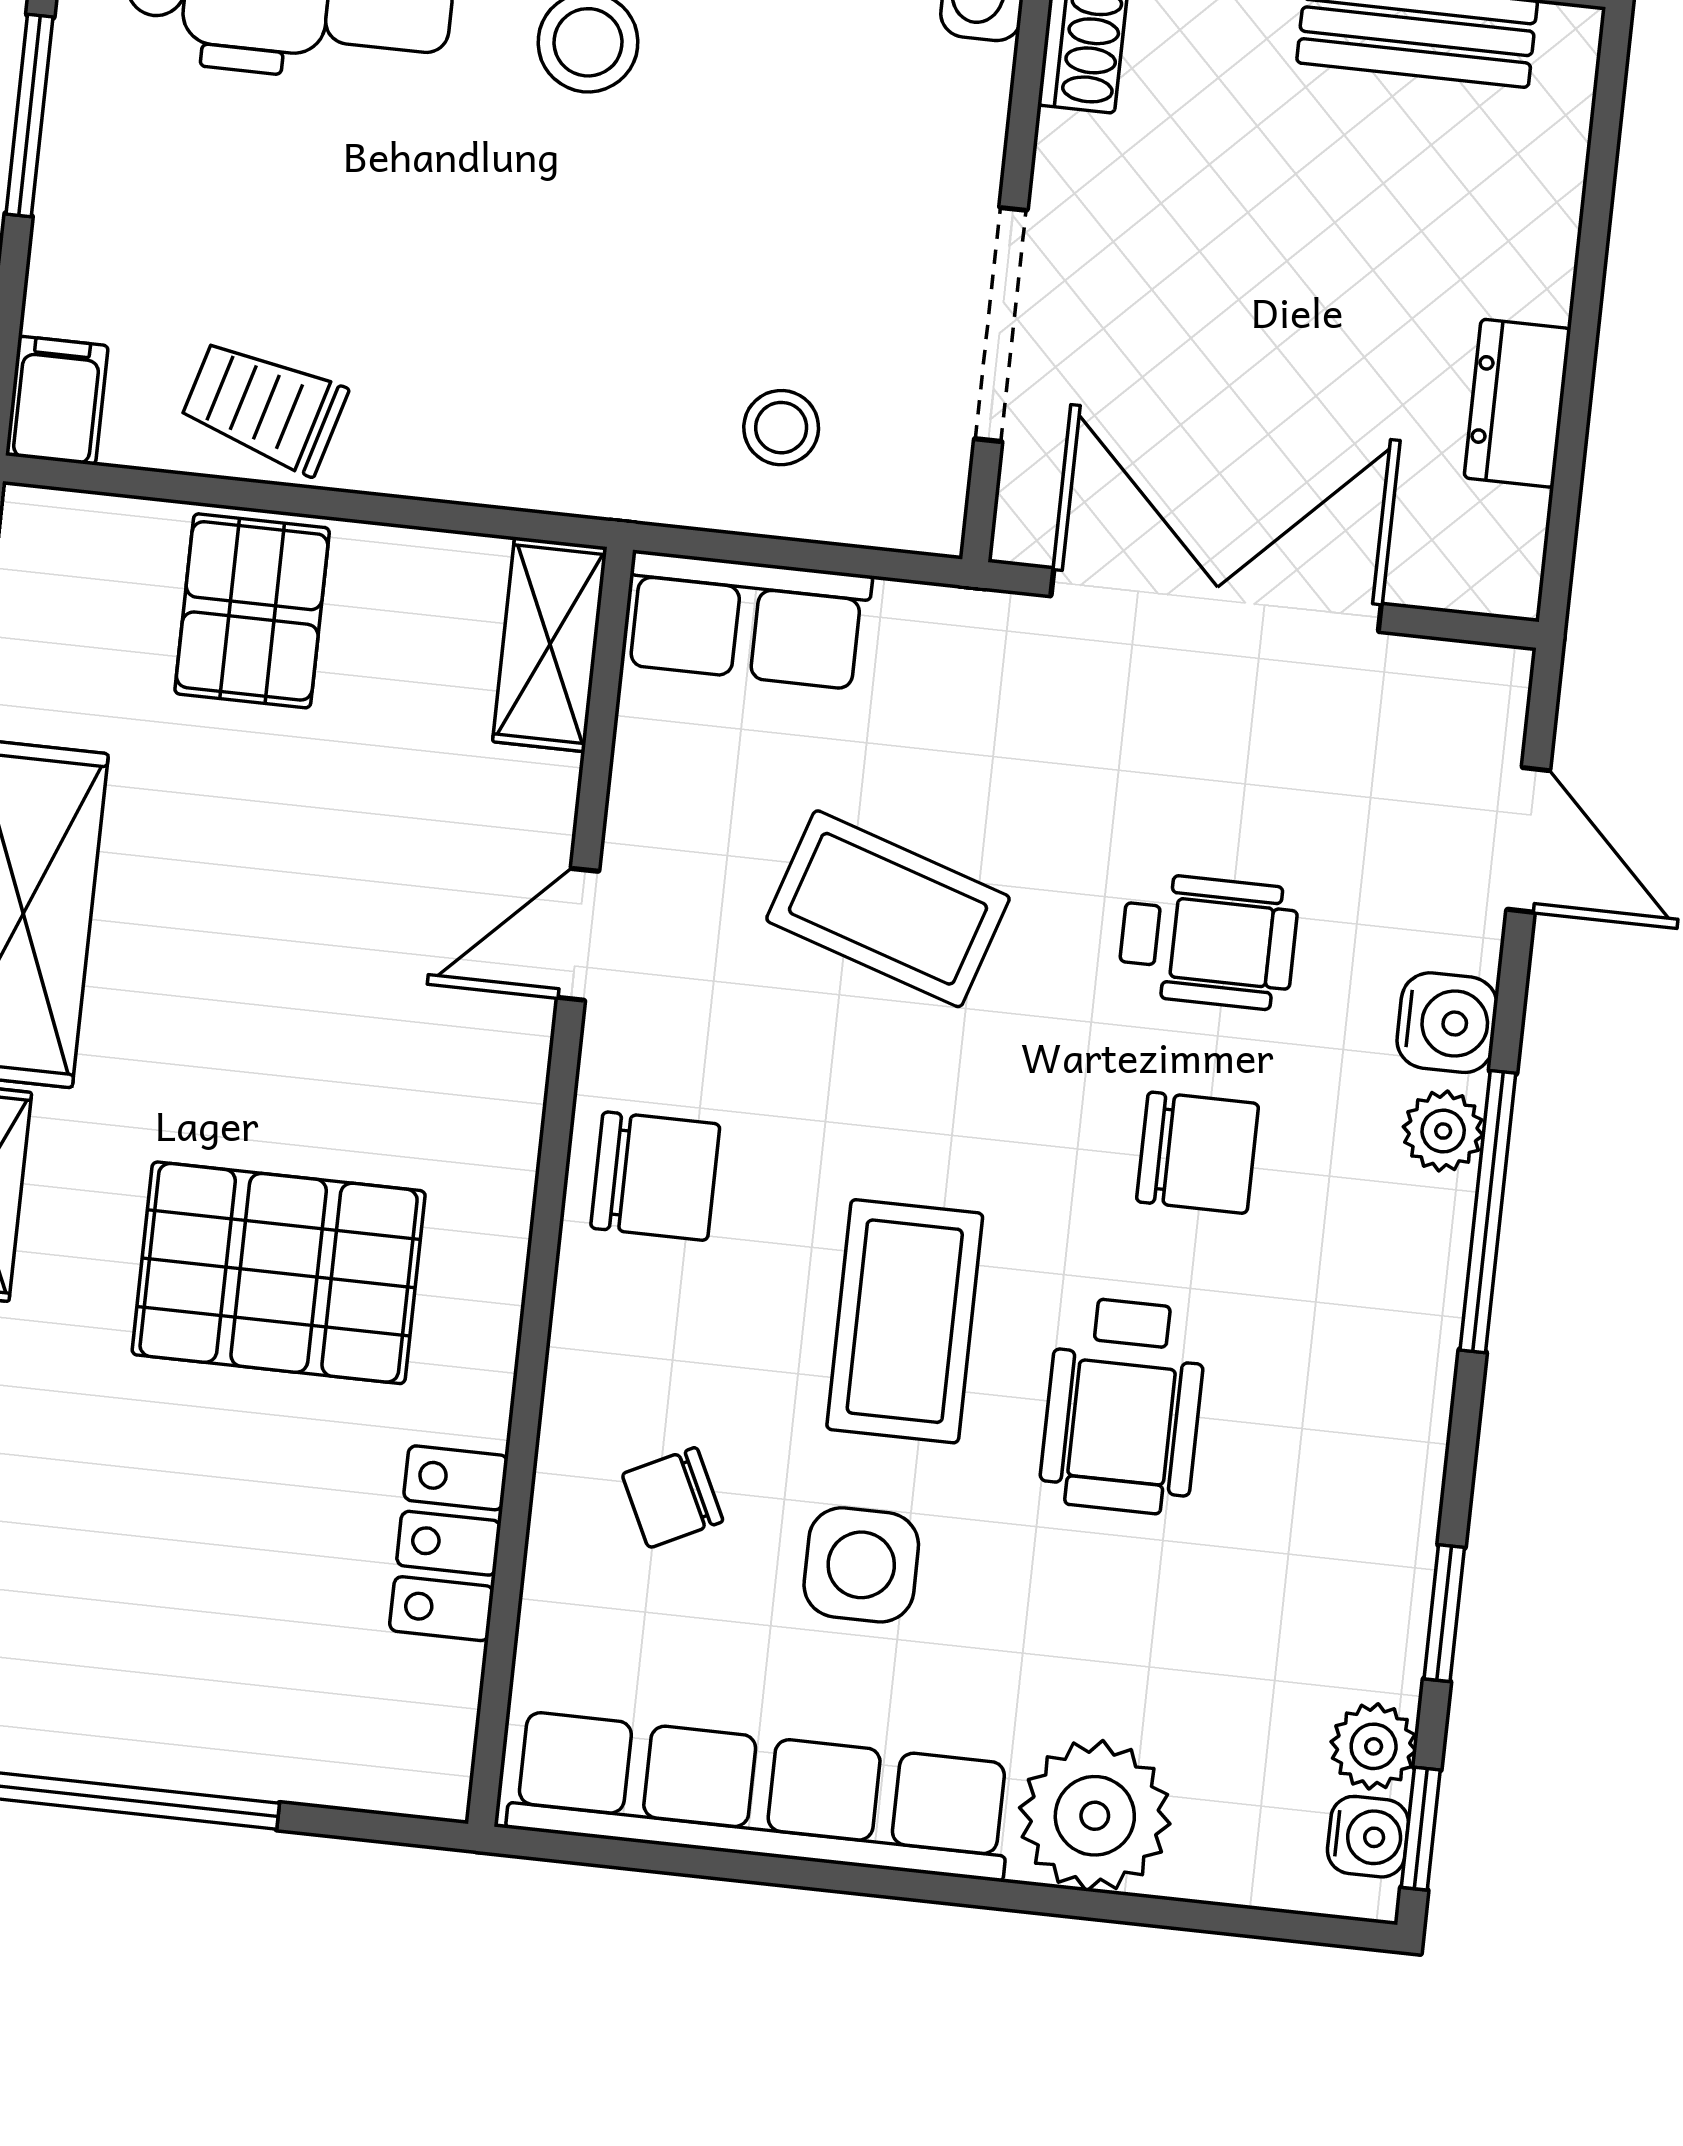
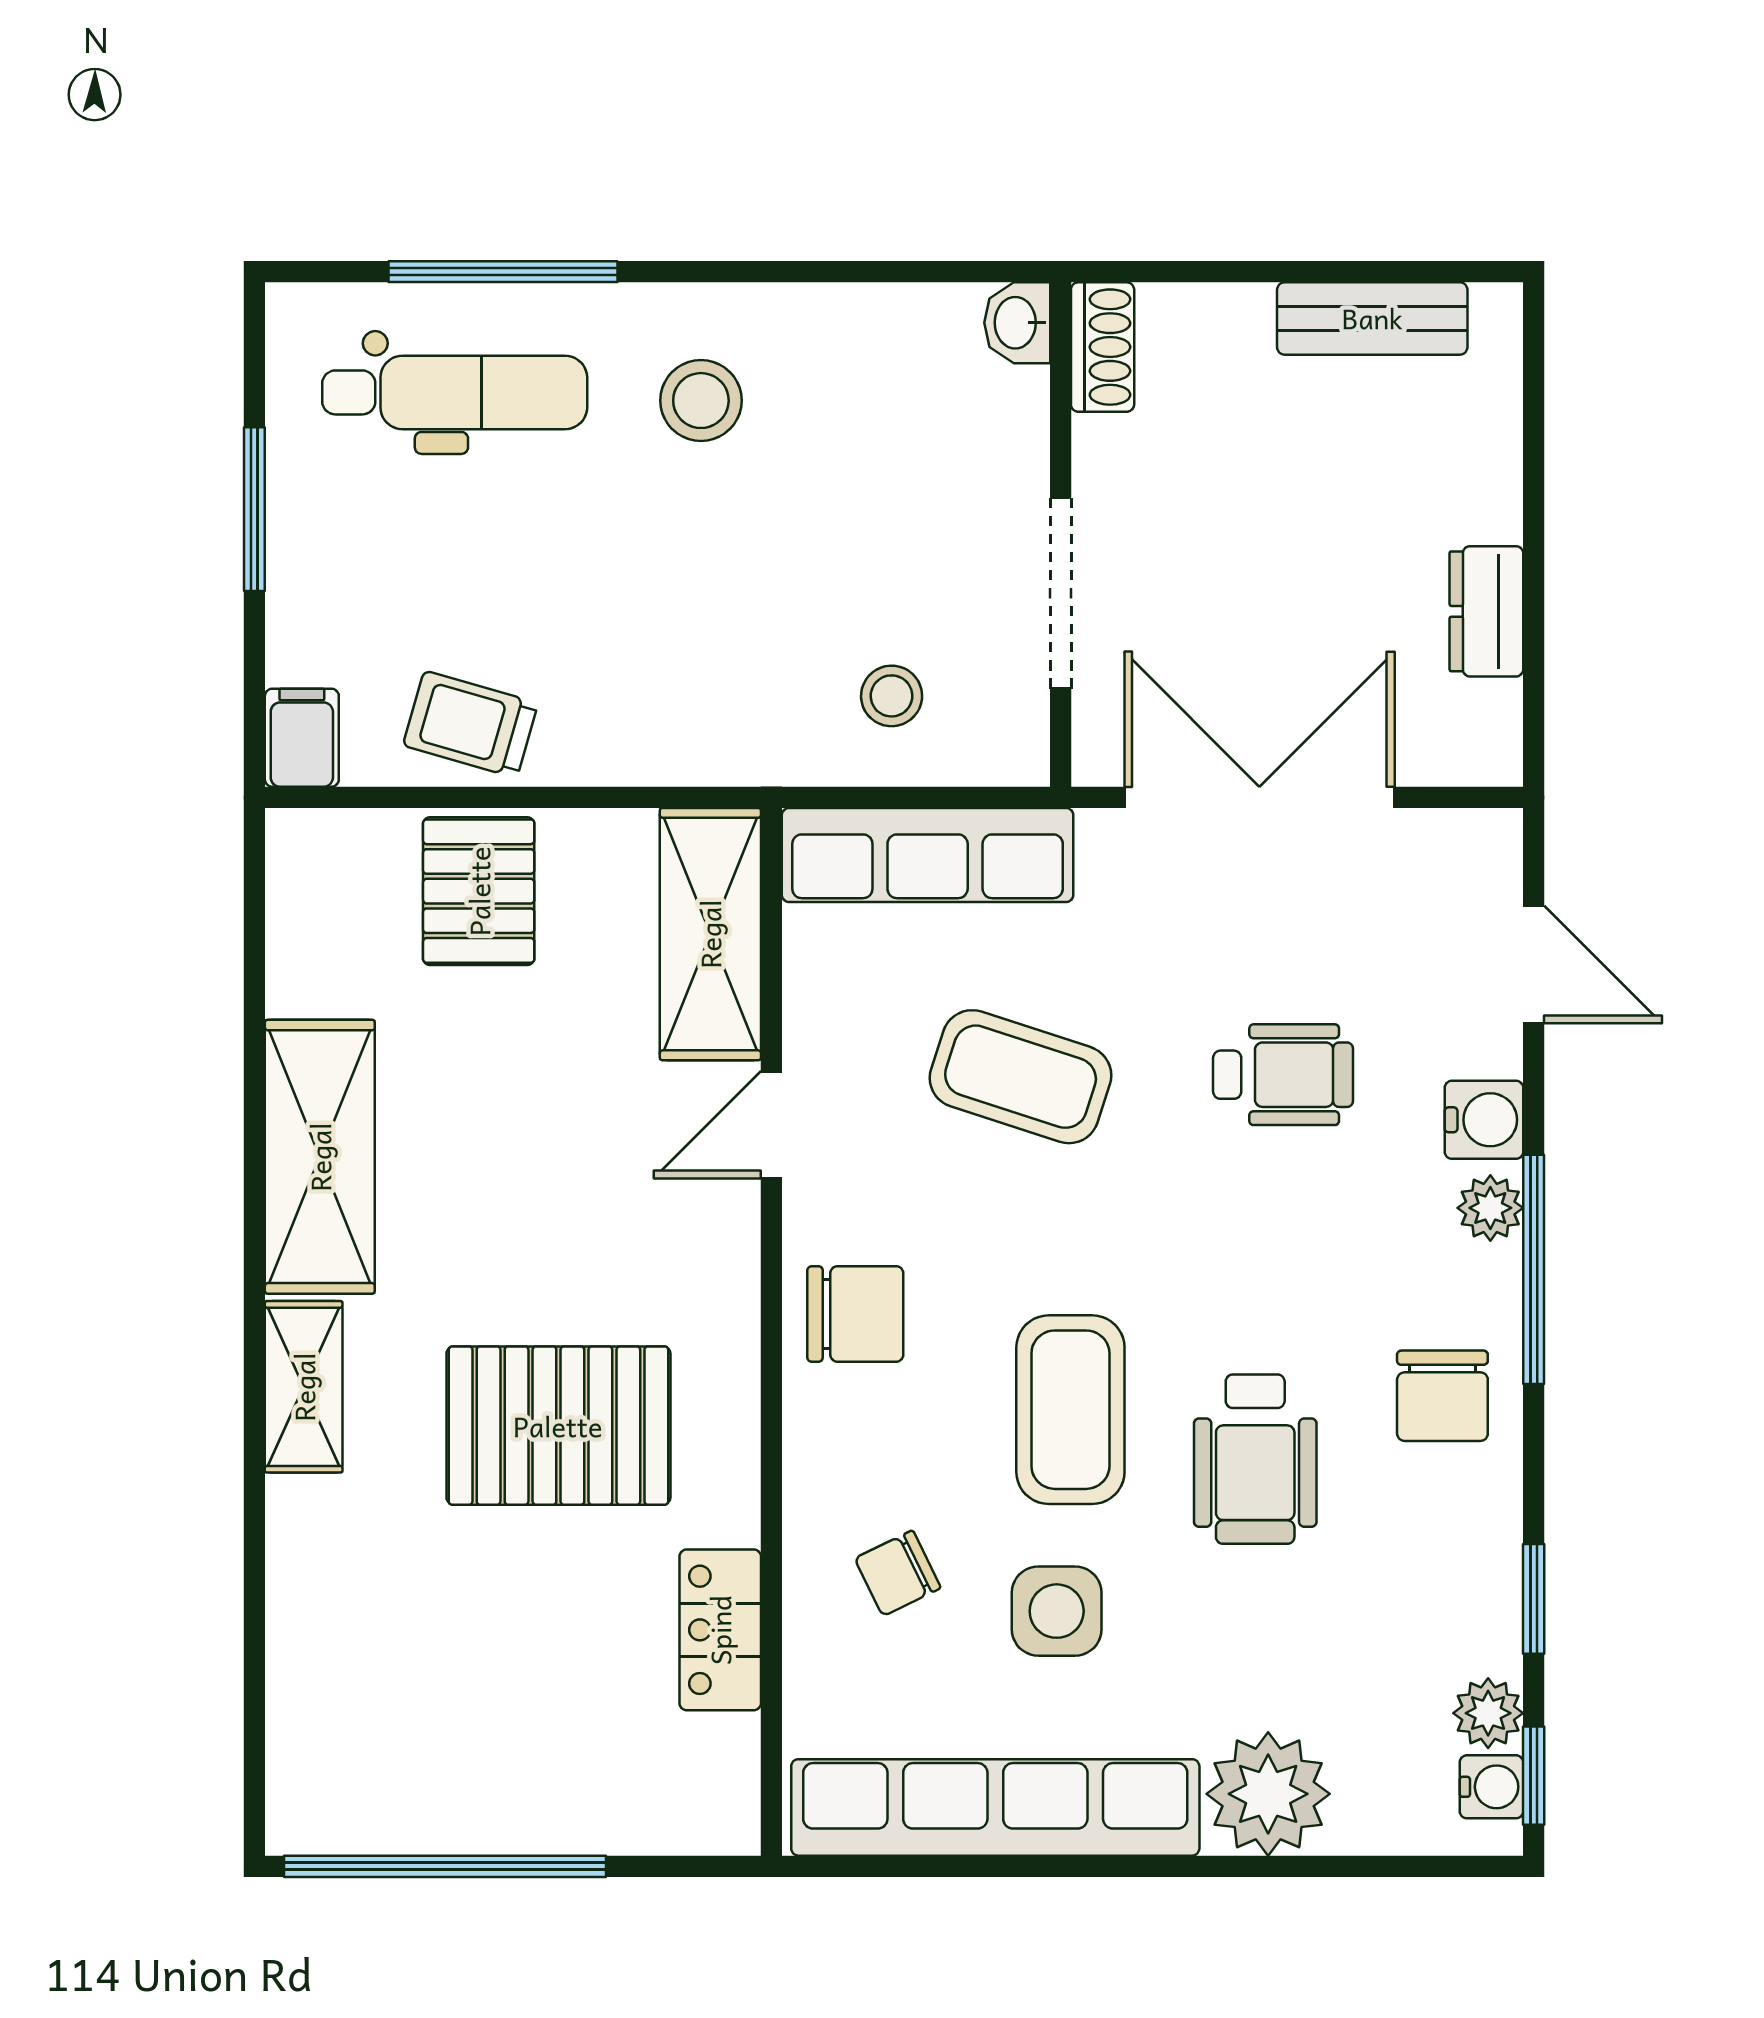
row of seats: (747, 620) -> (928, 855), width x1.48
shelving: (550, 644) -> (710, 934), width x1.50, depth x1.33
chair: (1198, 1153) -> (1442, 1396), moved, turned 90

